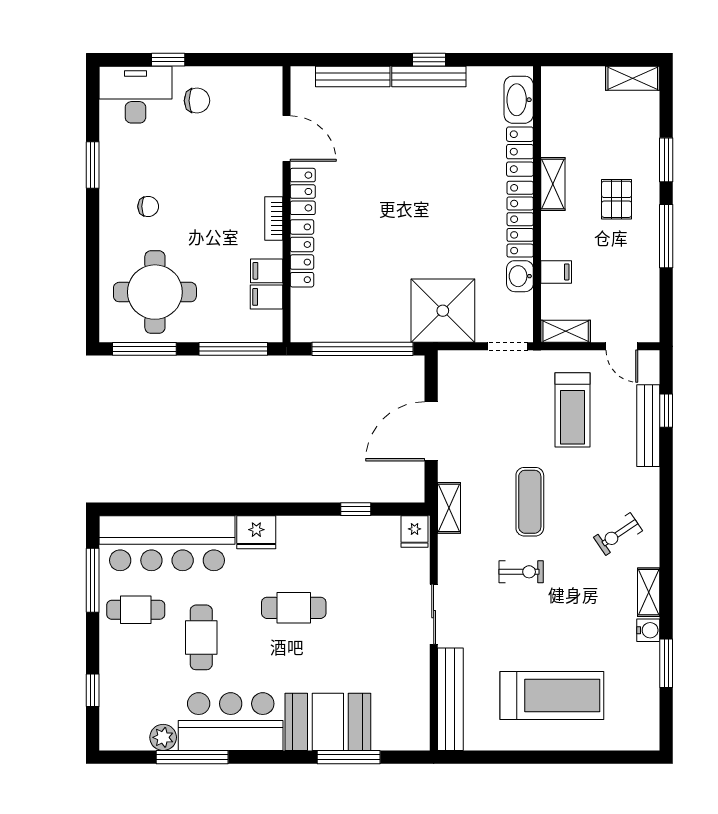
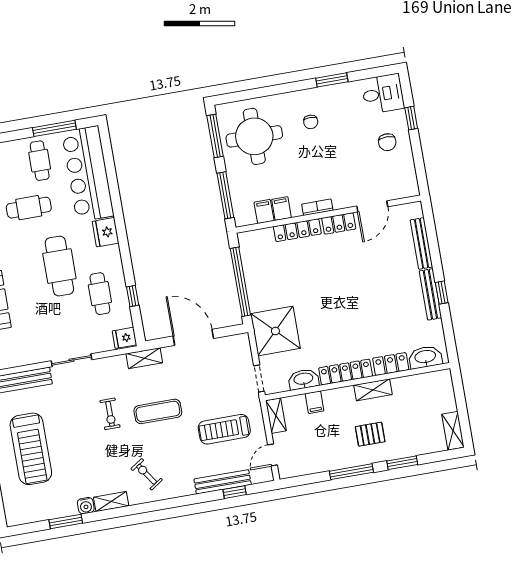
desk: (135, 95) -> (383, 94), width x0.73
washbasin: (520, 276) -> (303, 379), width x1.38
cafe table: (344, 556) -> (100, 294), added
cafe table: (294, 608) -> (59, 266), width x1.37, depth x1.35

